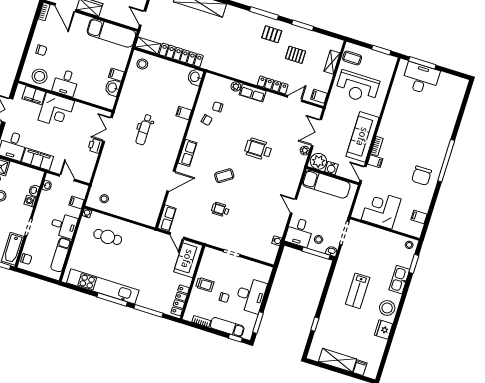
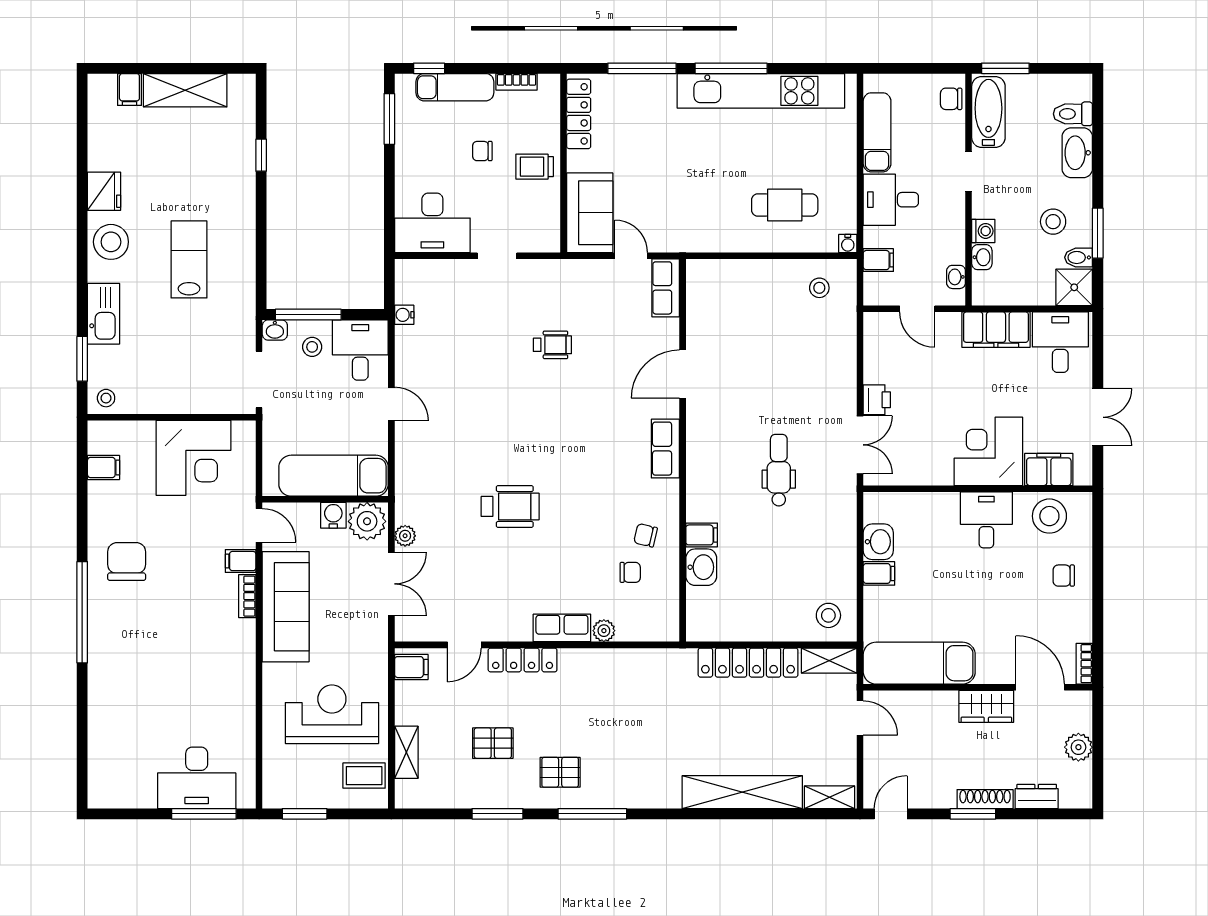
washbasin: (195, 77) -> (701, 567), moved
coffee table: (224, 176) -> (567, 423), removed
desk: (251, 295) -> (432, 223), moved, turned -90

